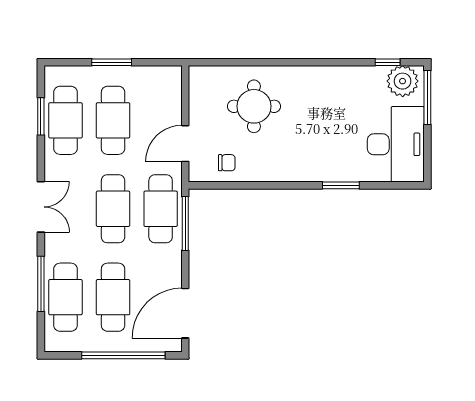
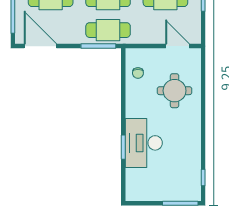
plant: (403, 81) -> (191, 187), removed
door: (185, 144) -> (177, 46), moved
desk: (396, 144) -> (144, 143), moved, turned 90

